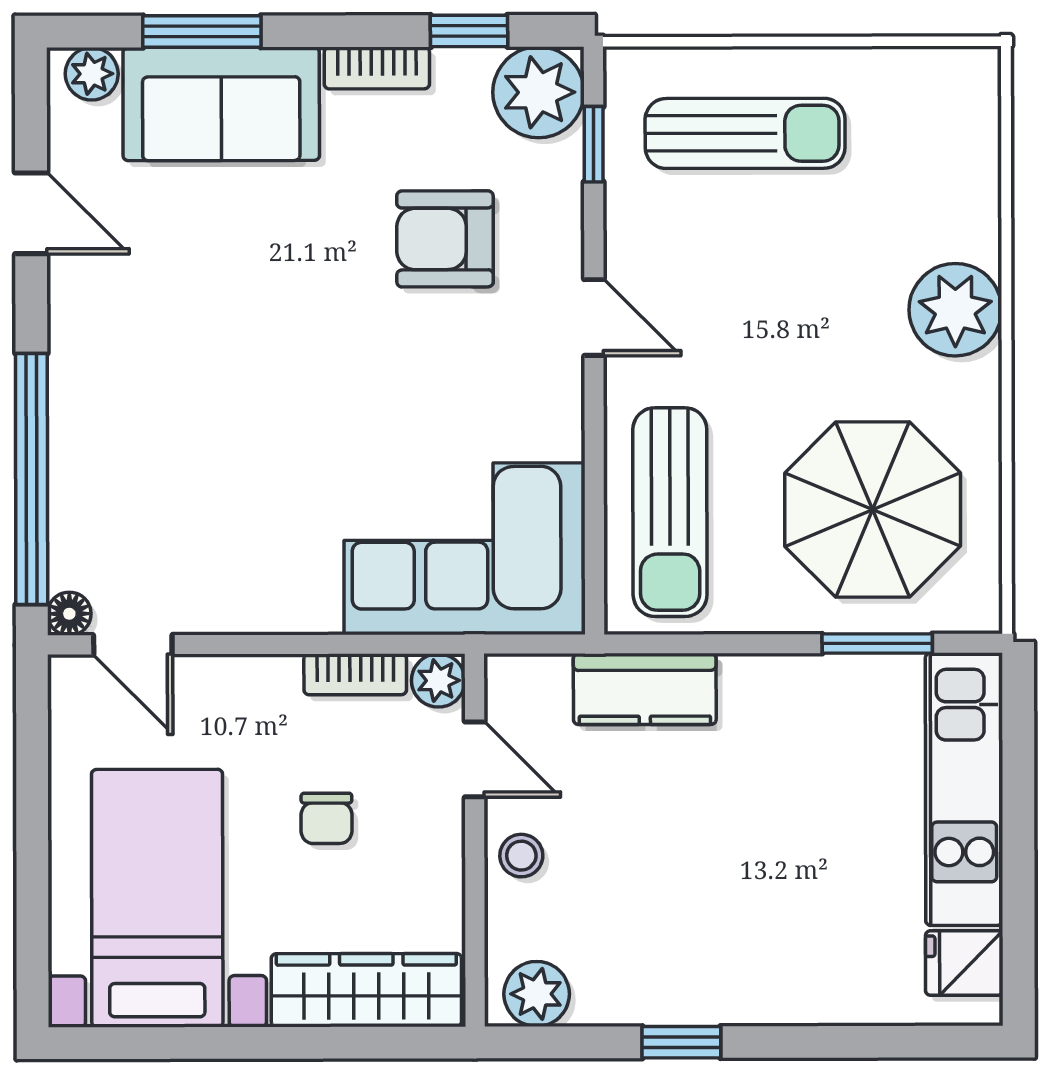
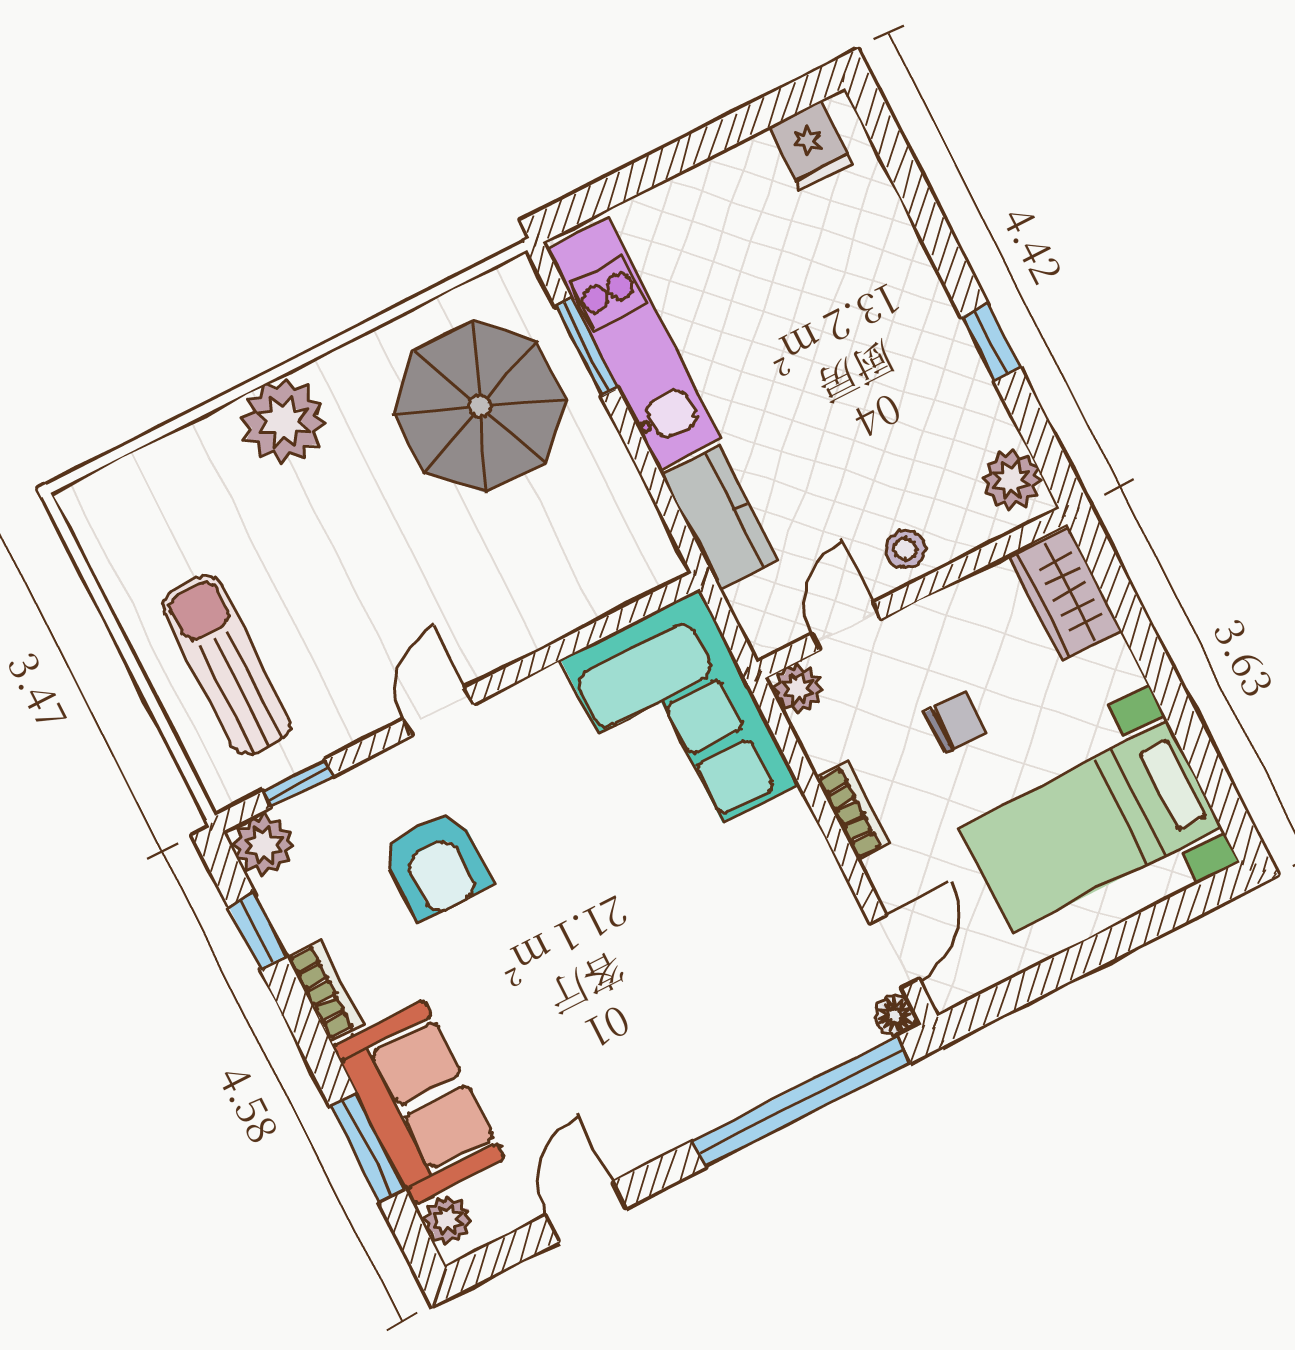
plant: (538, 92) -> (264, 845), width x0.73, depth x0.73
sun lounger: (670, 512) -> (565, 570), removed
bookcase: (355, 674) -> (853, 811), moved
kitchen unit: (964, 789) -> (634, 344), moved, turned -90
wardrobe: (366, 990) -> (1065, 594), width x0.67

